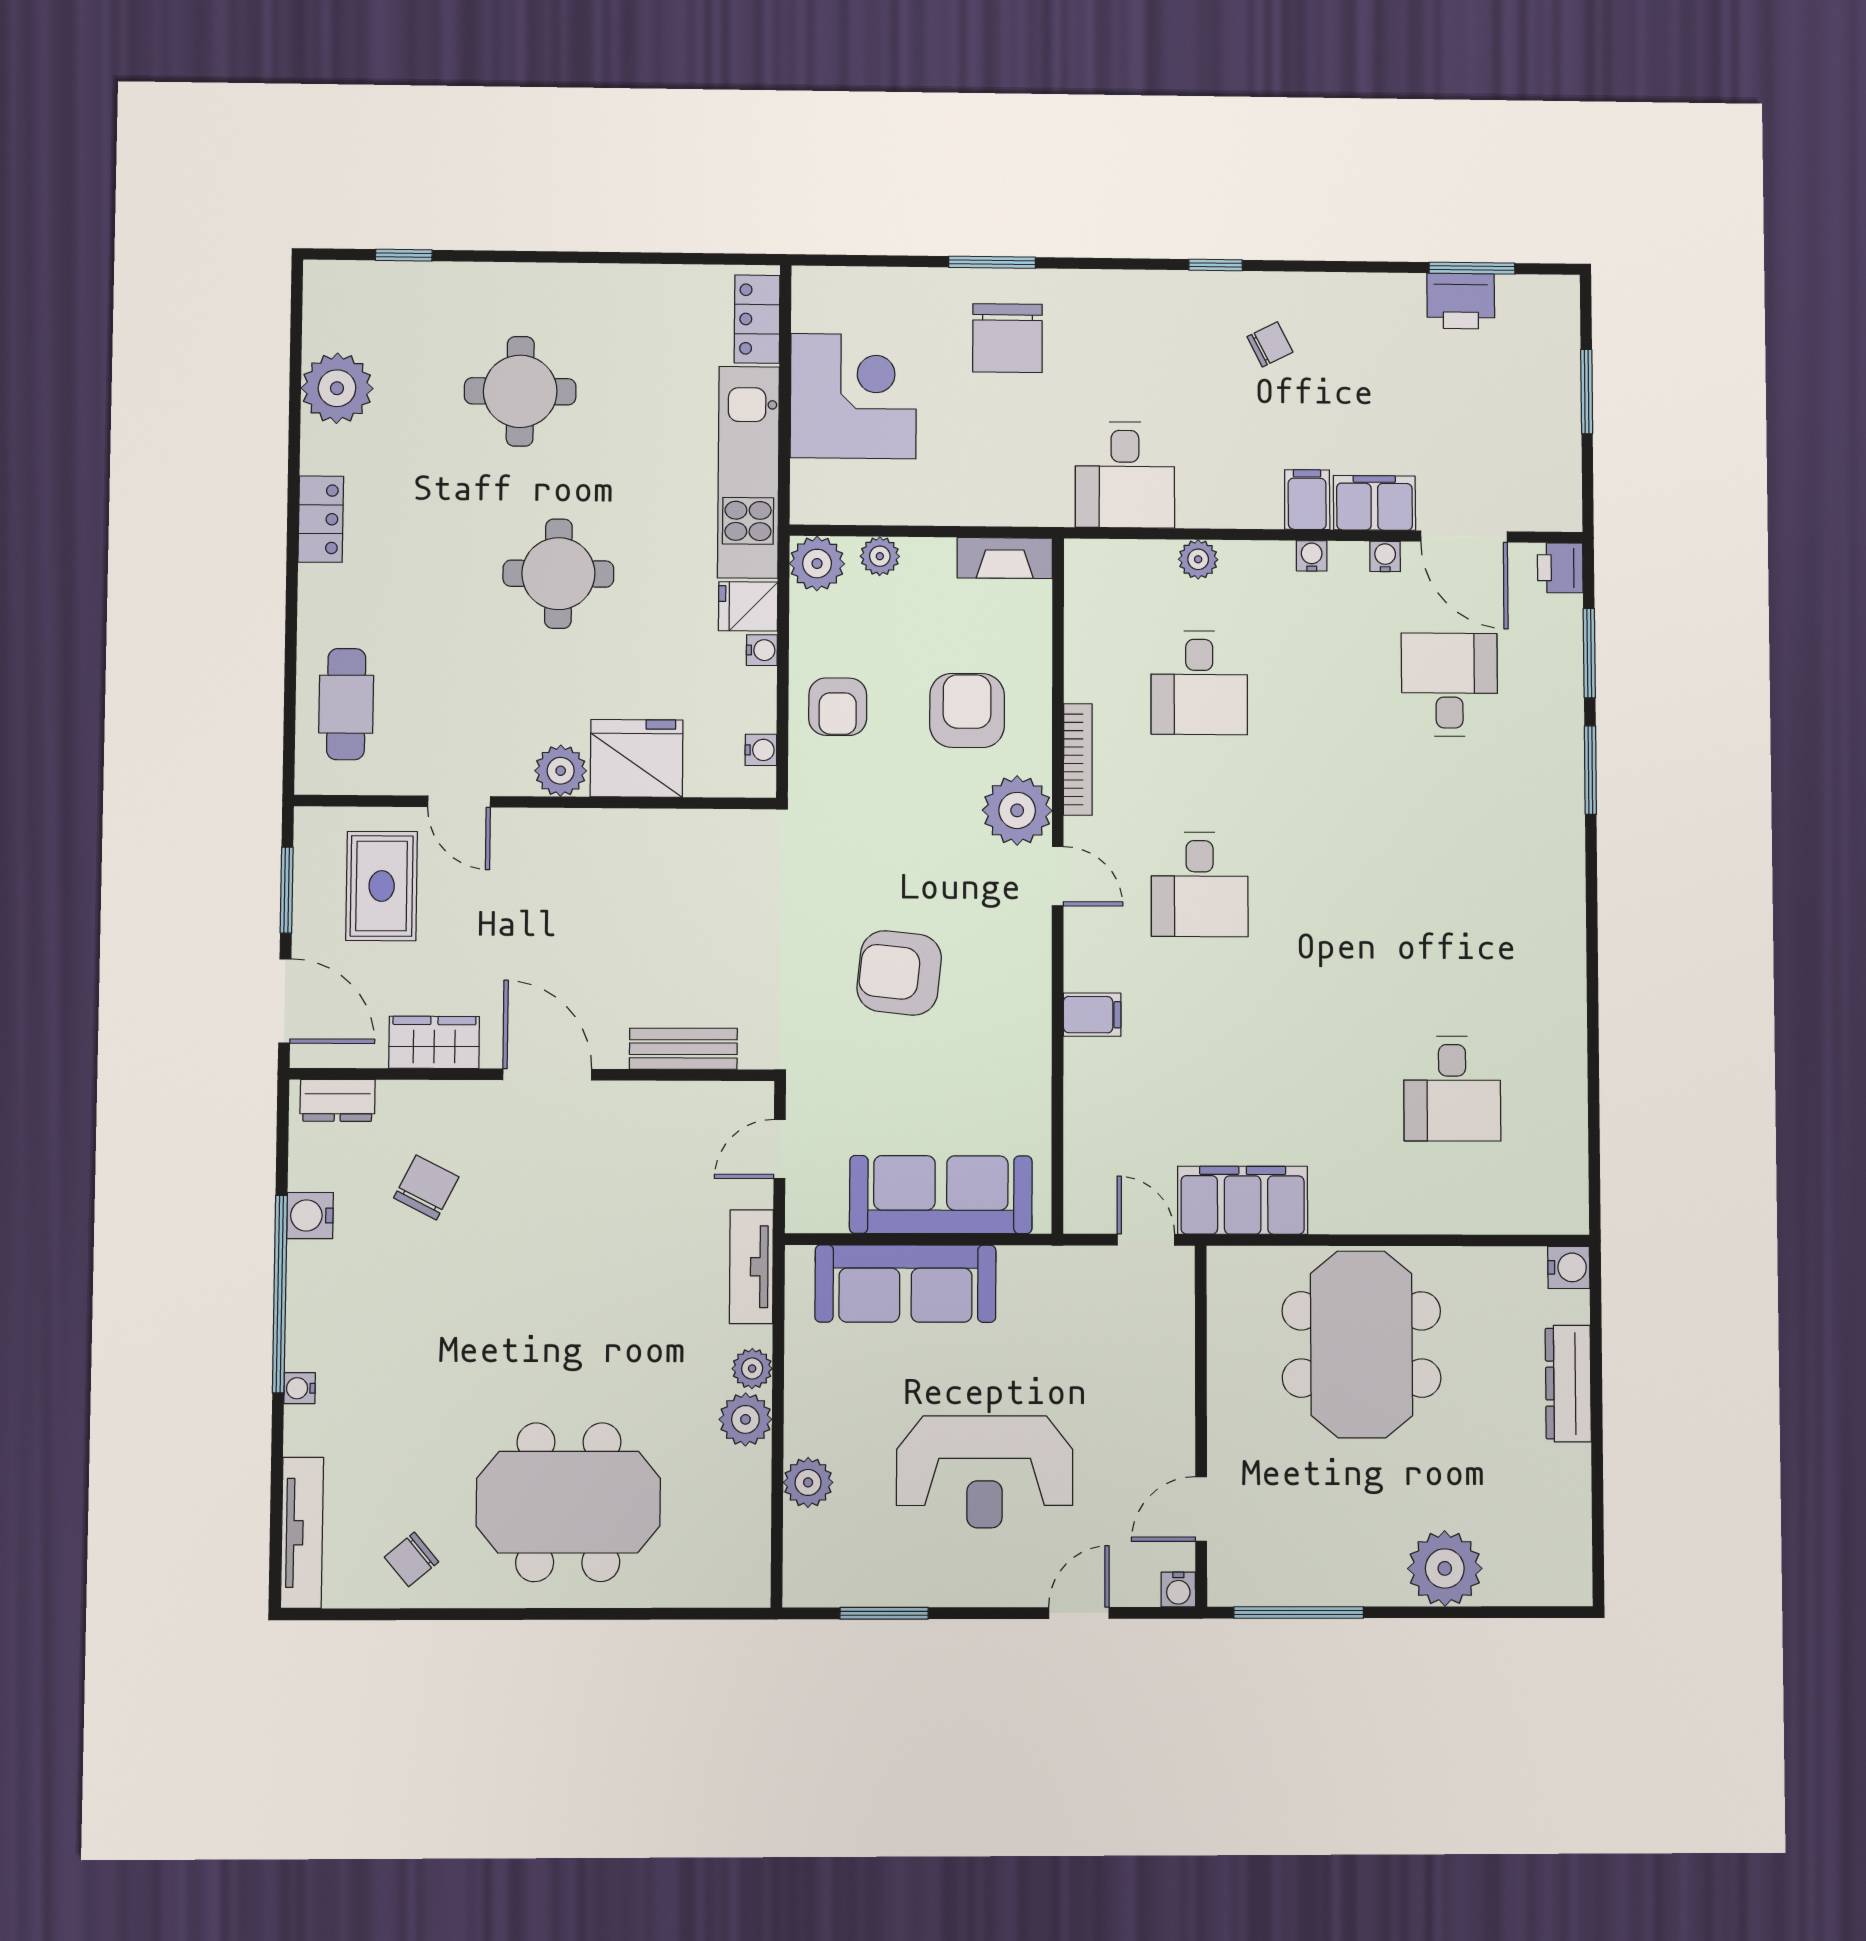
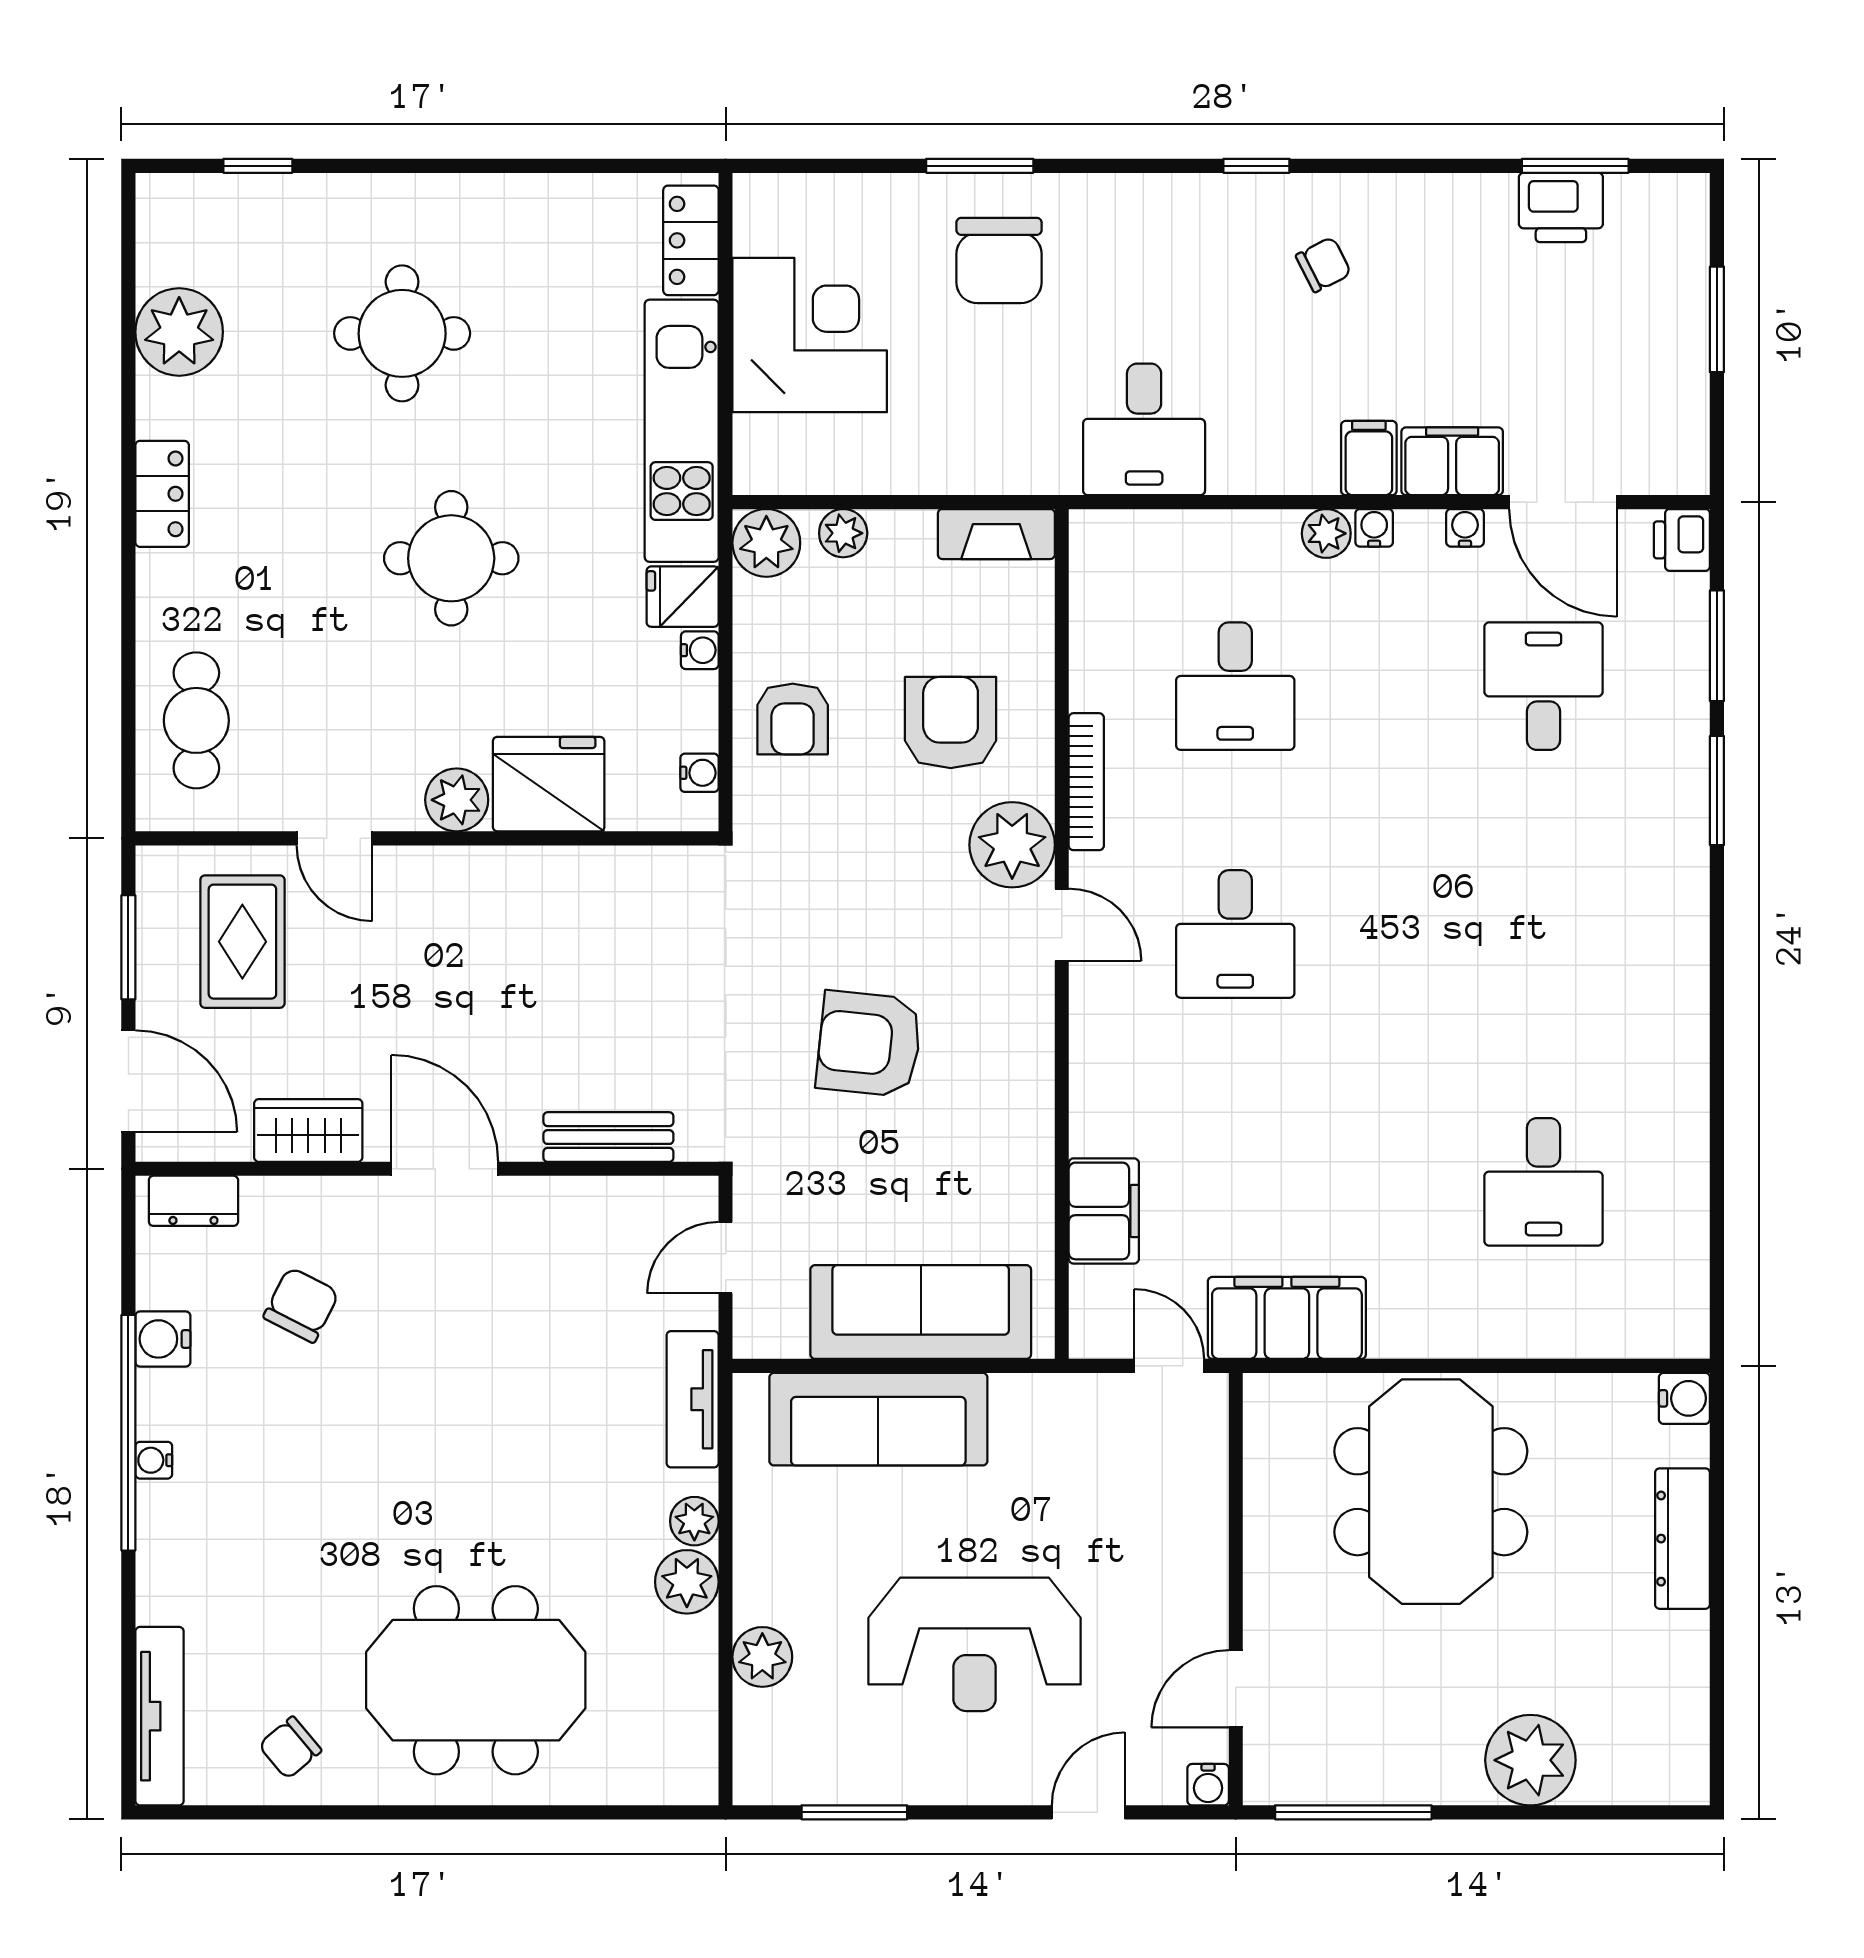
plant: (1198, 559) -> (1326, 533), moved
filing cabinet: (1092, 1015) -> (1104, 1211), moved, width x2.00
water cooler: (300, 1388) -> (154, 1460), moved

